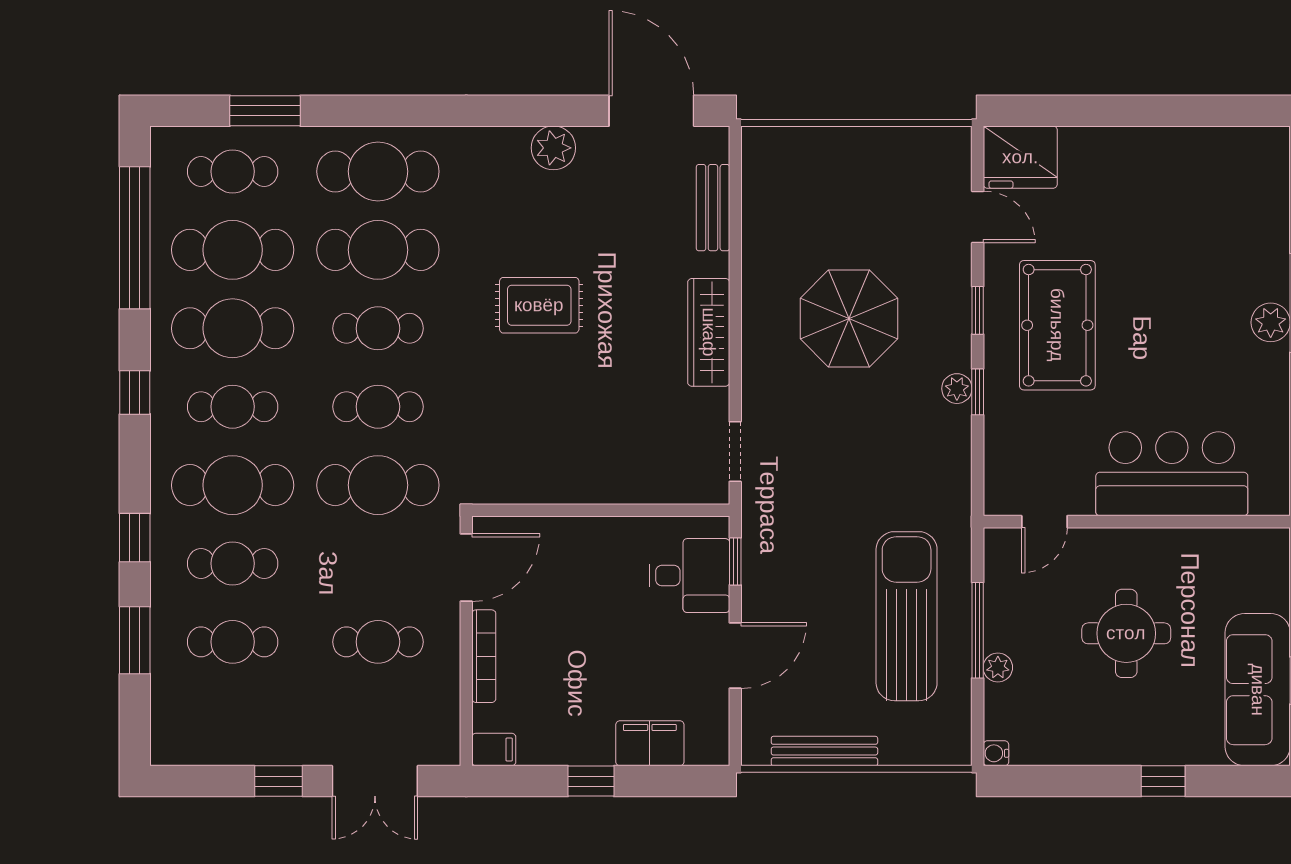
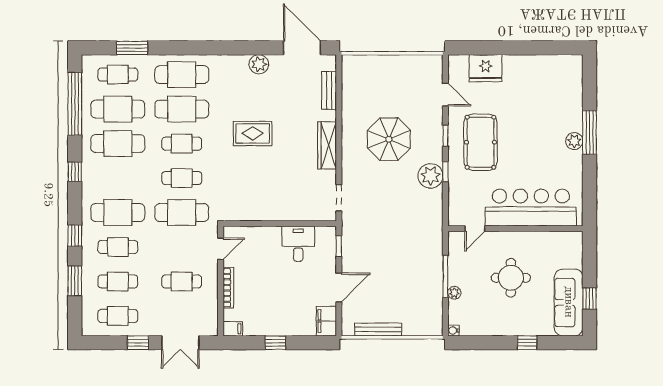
fridge: (1020, 157) -> (486, 68), moved
plant: (957, 389) -> (431, 176), width x1.88, depth x1.88
cafe table: (233, 407) -> (118, 316), moved
bar counter: (1172, 474) -> (531, 208), width x1.36
door: (466, 568) -> (221, 249), width x0.73
desk: (689, 576) -> (298, 244), moved, turned -90
sun lounger: (907, 616) -> (414, 270), removed
filing cabinet: (650, 743) -> (326, 321), moved, turned -90

